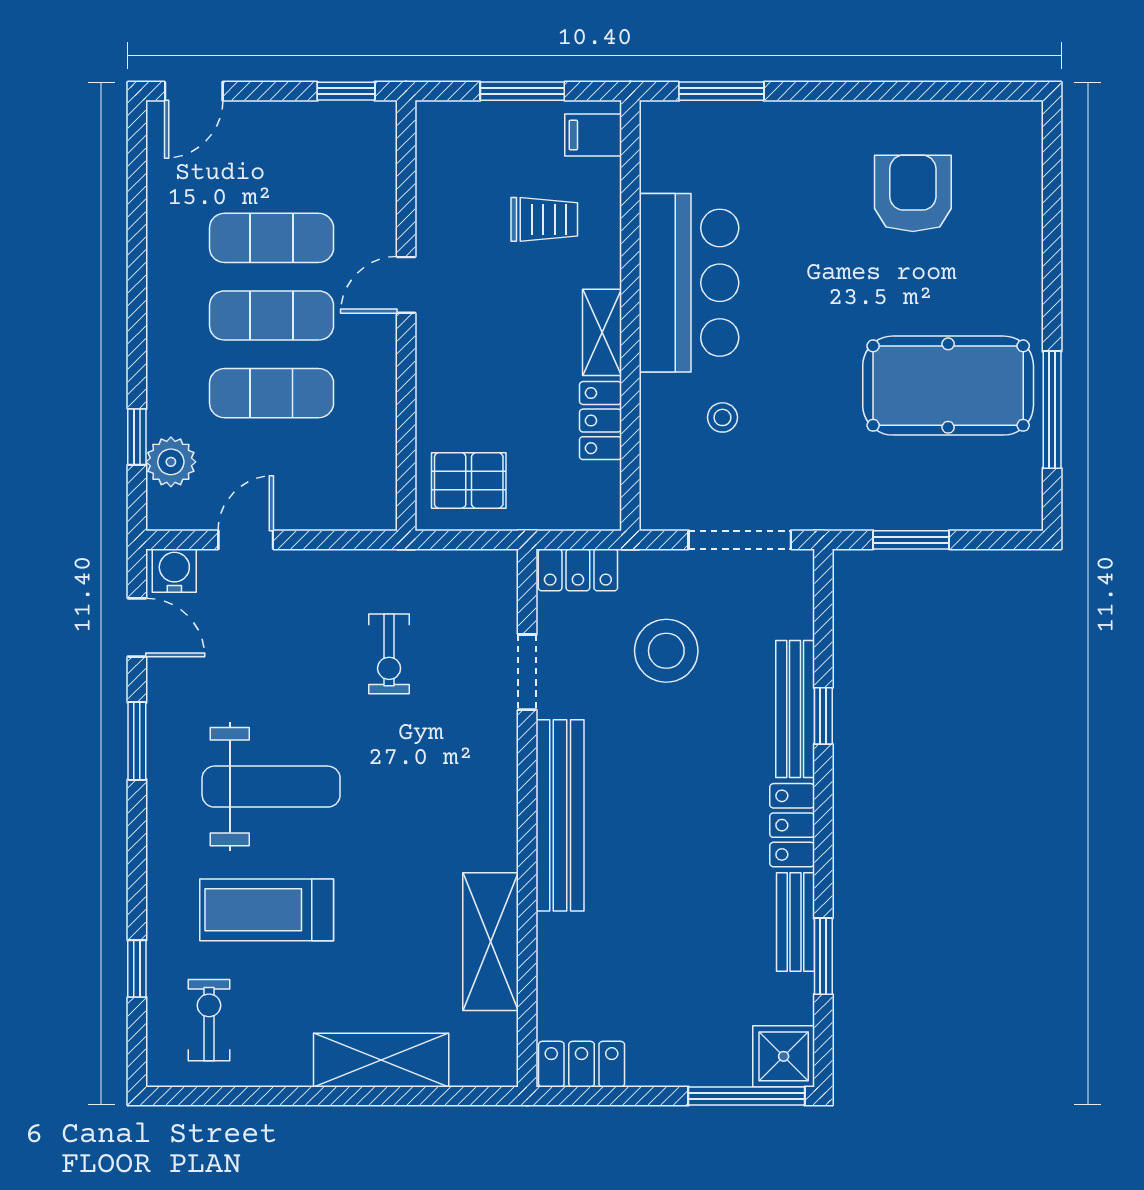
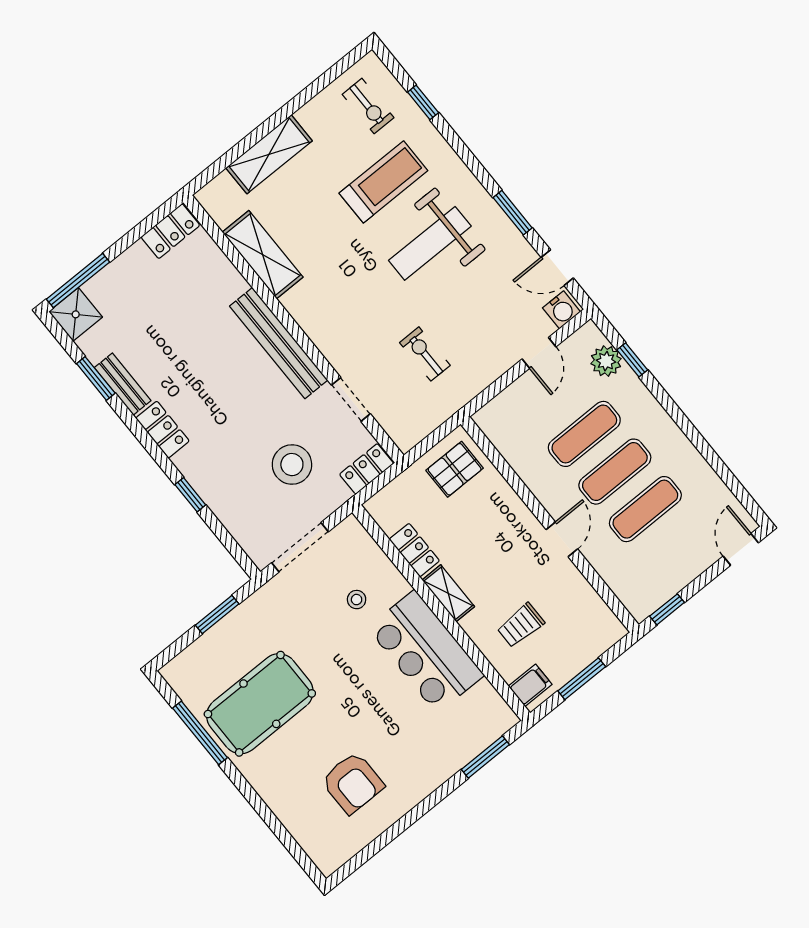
bench: (795, 709) -> (207, 487), removed

